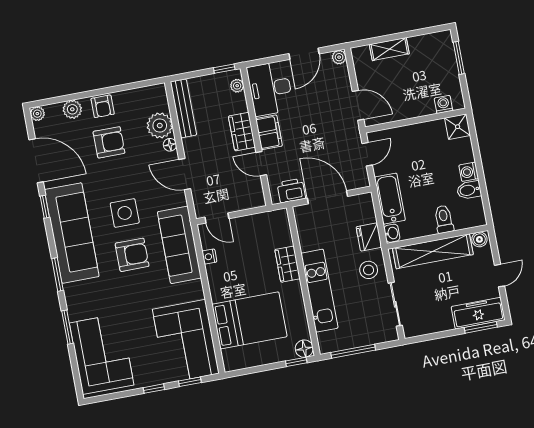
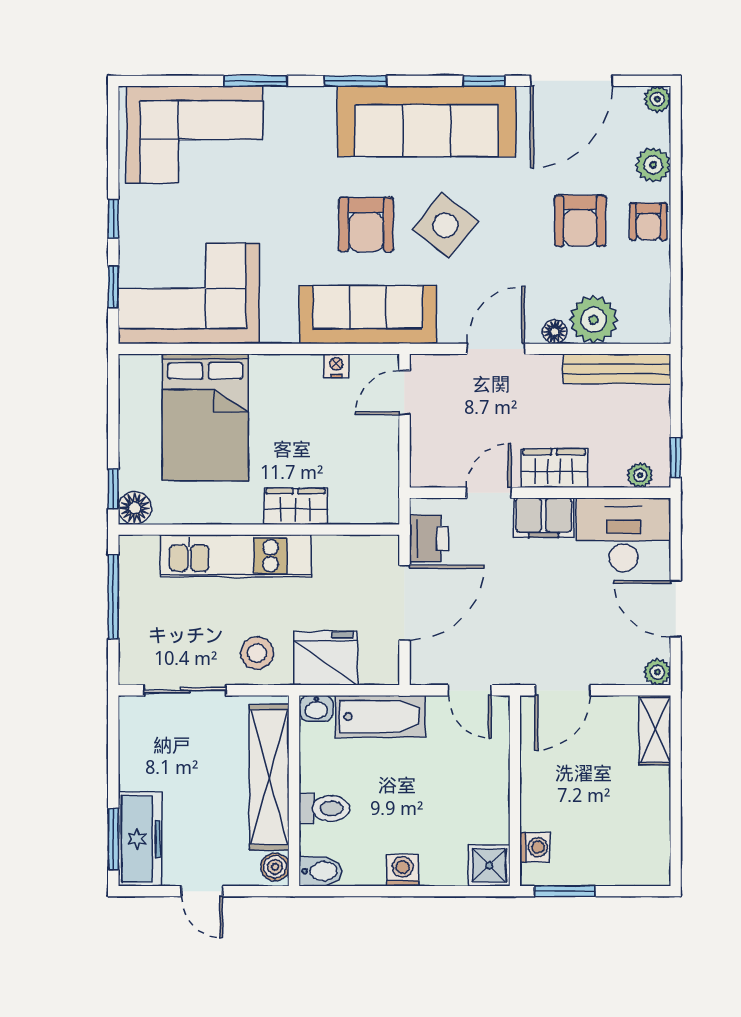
shelving: (389, 49) -> (655, 730), moved
window: (459, 58) -> (565, 891), moved
armchair: (103, 106) -> (648, 221), turned -90
bidet: (469, 190) -> (321, 871), moved, turned 90
side table: (125, 213) -> (445, 225), turned 38
fridge: (369, 237) -> (326, 658), width x1.36, depth x1.34

